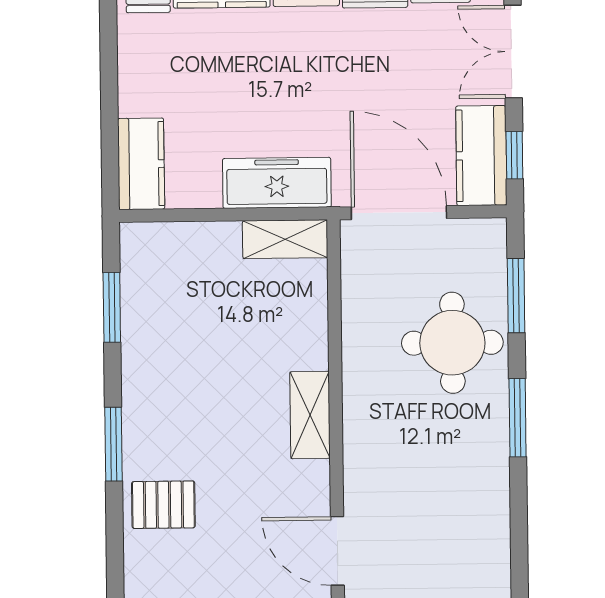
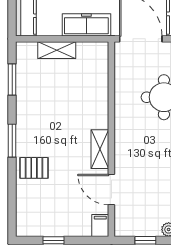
shelving: (285, 239) -> (57, 50), moved
shelving: (310, 415) -> (100, 149), moved

